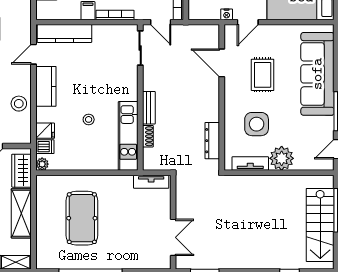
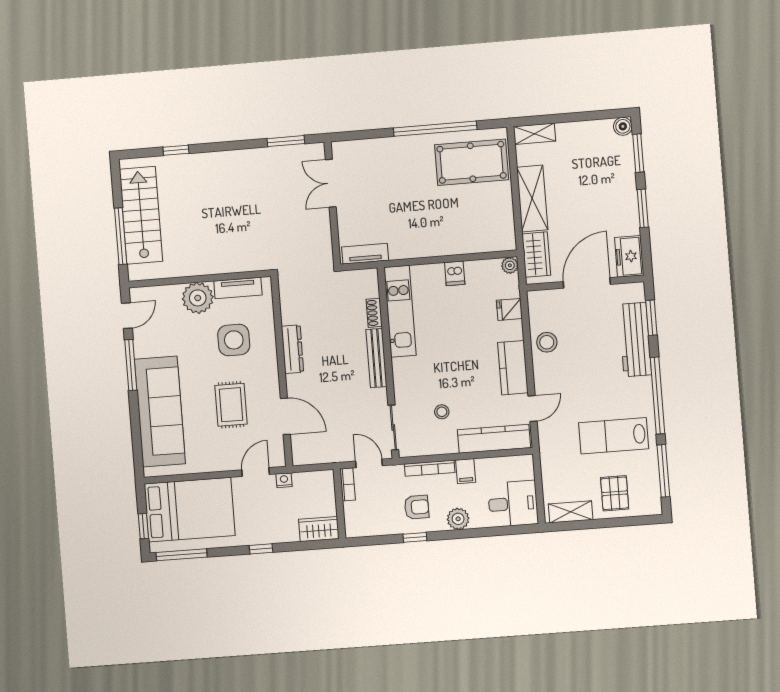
bench: (149, 108) -> (376, 358), width x1.36
stool: (89, 119) -> (442, 412), moved
dresser: (212, 141) -> (292, 349), moved
dishwasher: (45, 147) -> (455, 273), moved, turned -90
pool table: (82, 218) -> (472, 162), moved, turned 90

